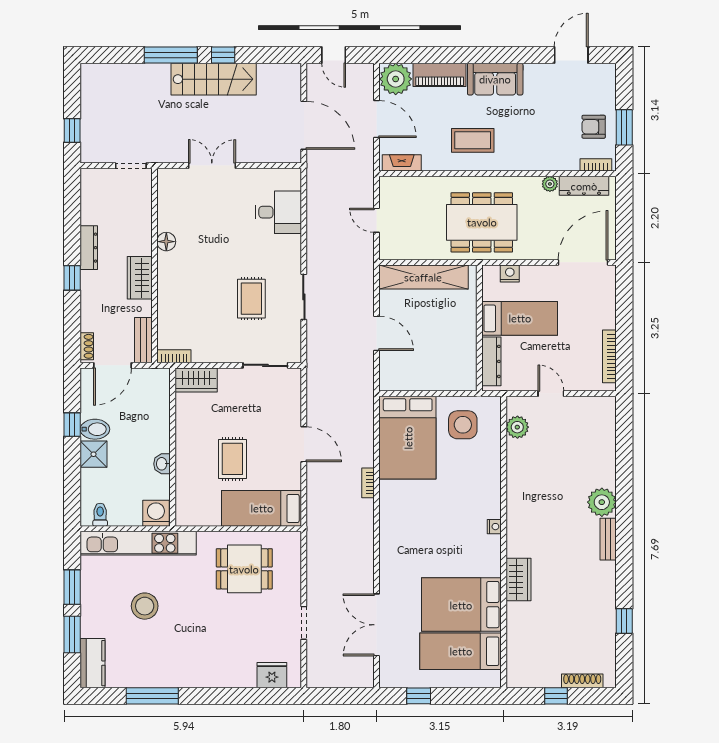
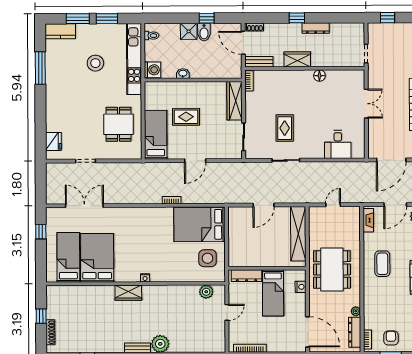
rug: (251, 299) -> (285, 128), turned 90
wardrobe: (196, 380) -> (234, 101), width x1.50
wardrobe: (518, 580) -> (128, 293), moved

